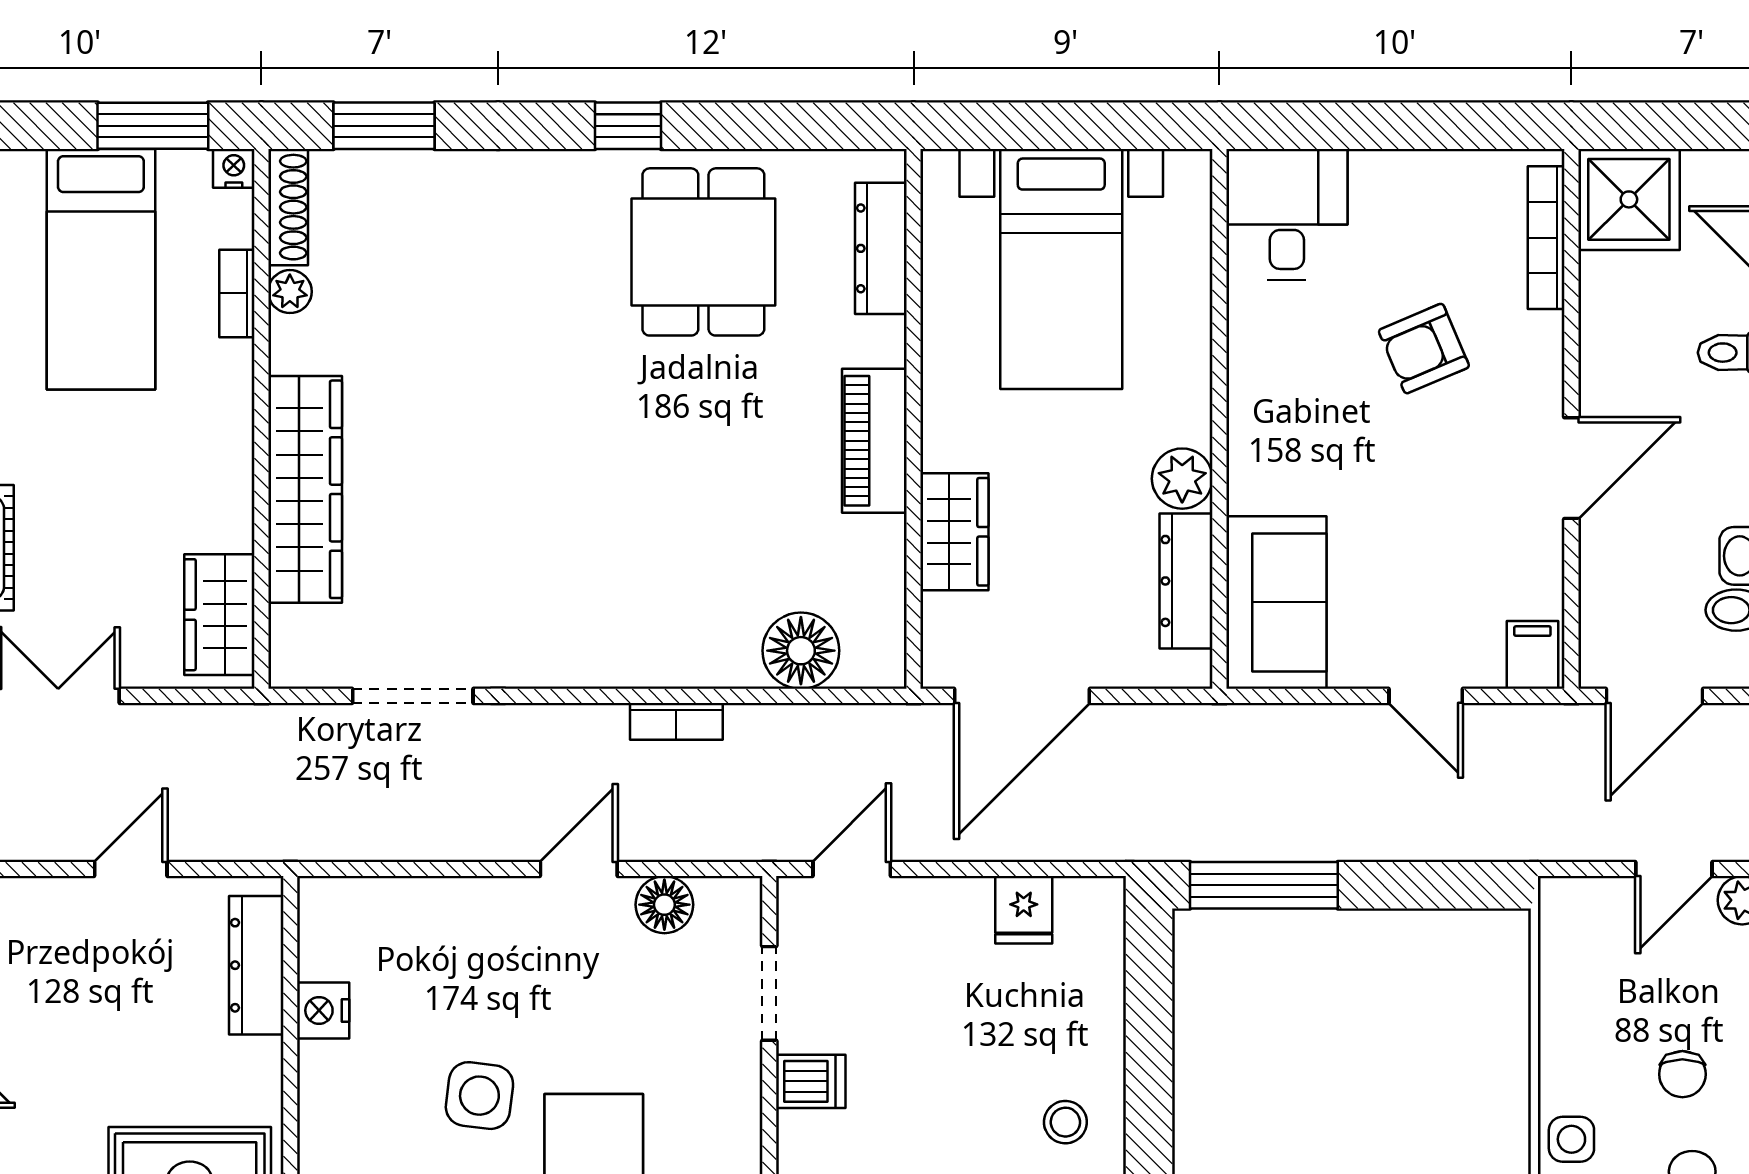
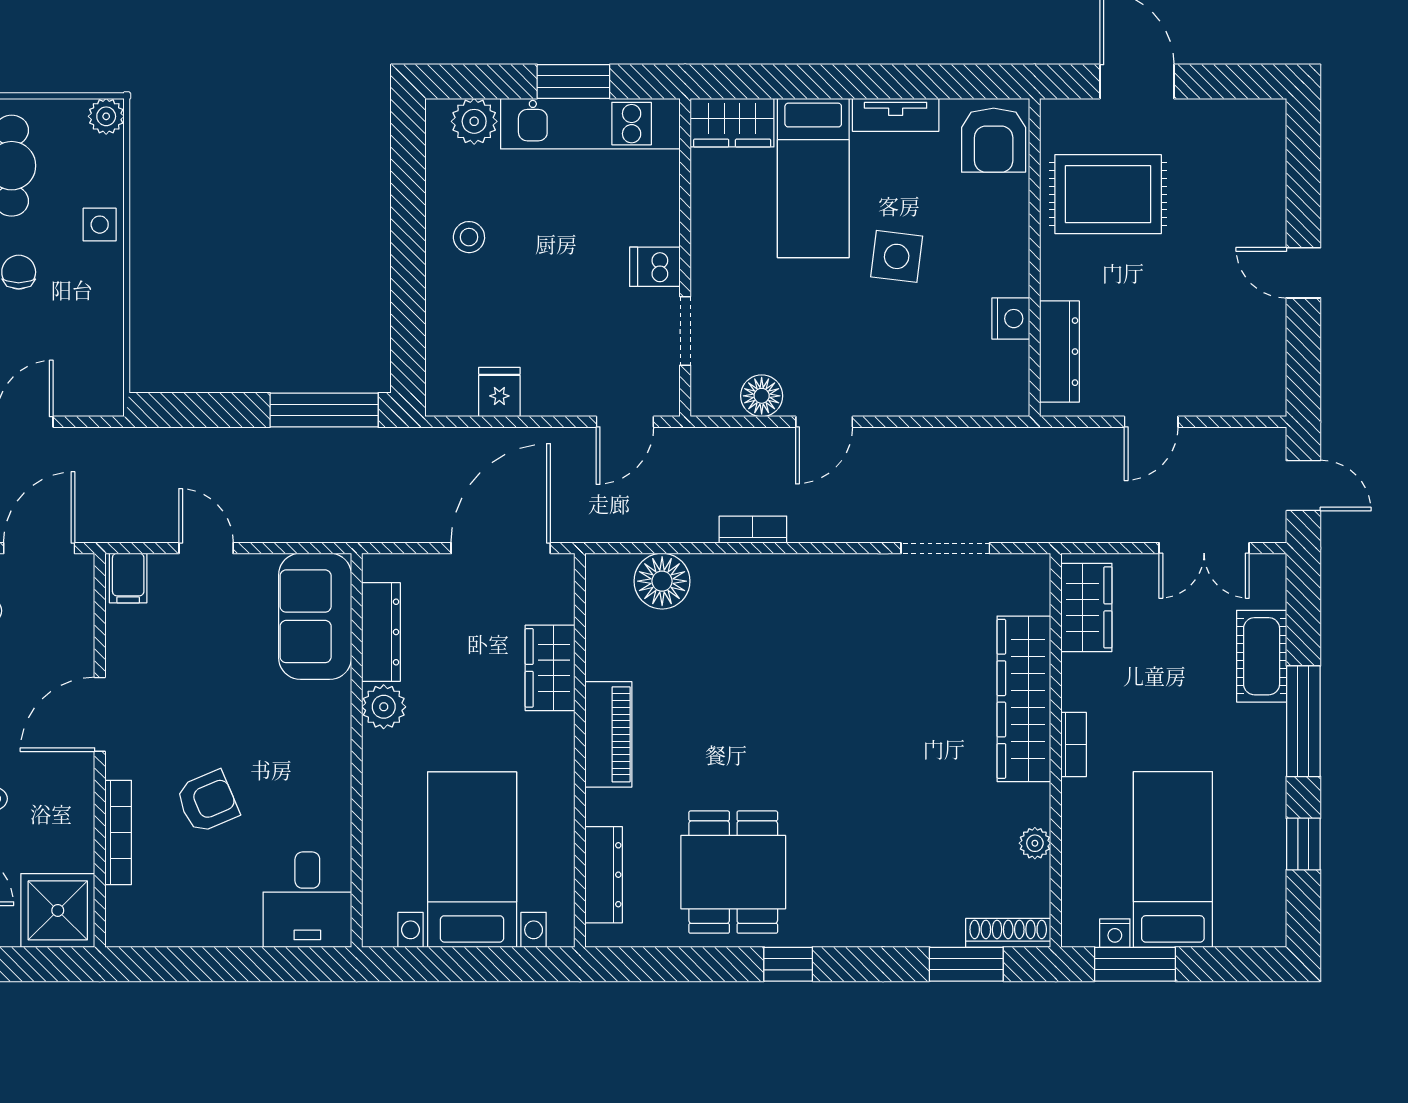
nightstand: (234, 168) -> (1115, 933), moved
shoe rack: (288, 207) -> (1008, 933), moved, turned 90
bookcase: (1546, 238) -> (118, 832), moved
bookcase: (237, 293) -> (1074, 745), moved

